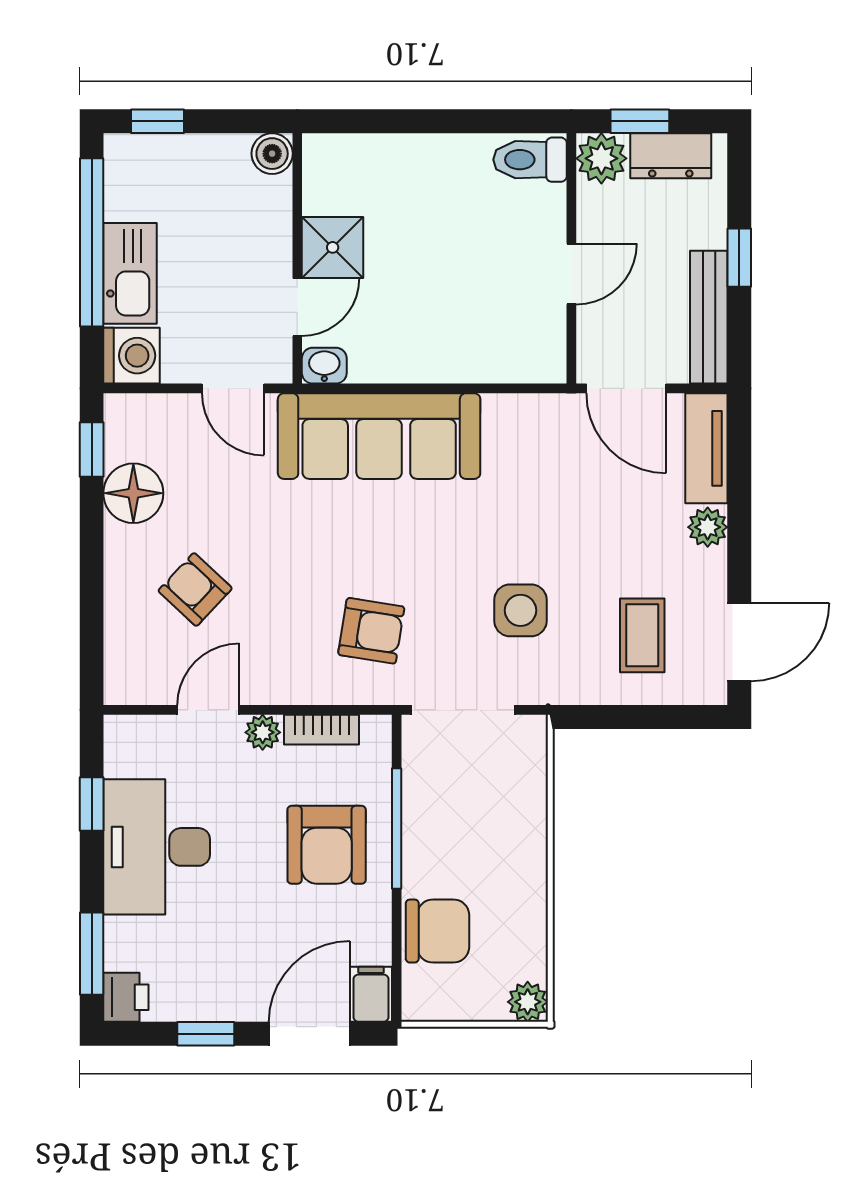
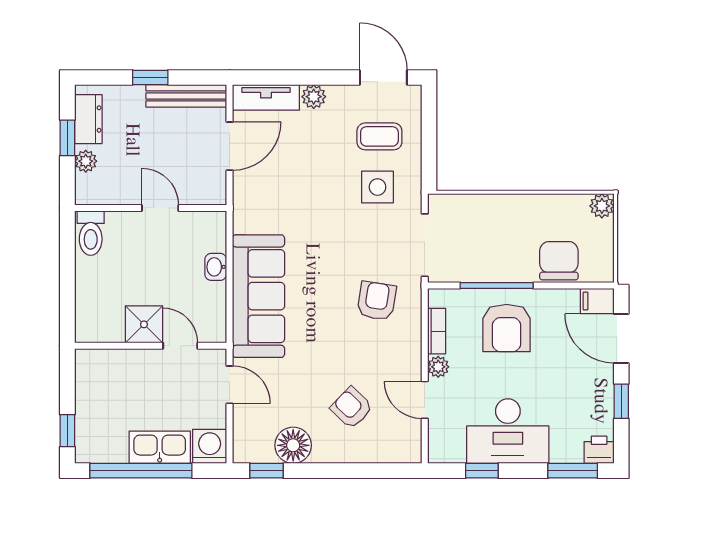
boiler: (272, 154) -> (87, 361), removed
plant: (601, 158) -> (86, 161), width x0.73, depth x0.73
toilet: (530, 160) -> (91, 233), moved
wall: (571, 258) -> (151, 208), moved
door: (571, 274) -> (160, 208), moved
washbasin: (324, 366) -> (216, 267), moved
door: (233, 388) -> (230, 385), hinge flipped
armchair: (195, 590) -> (352, 408), turned 91
side table: (520, 610) -> (377, 187), moved
armchair: (327, 845) -> (507, 328), turned 90

